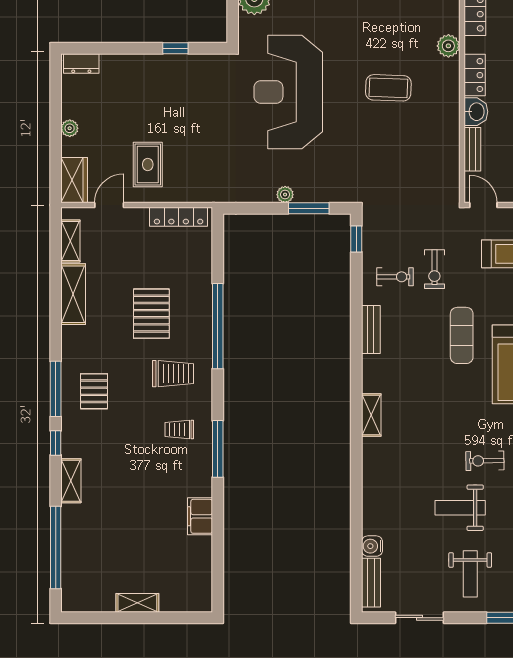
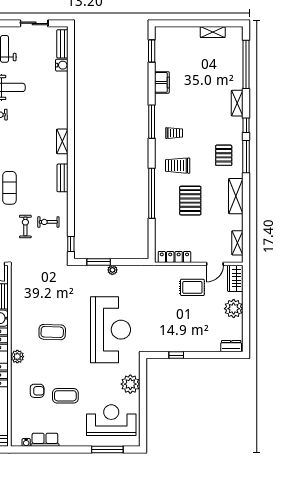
plant: (70, 128) -> (234, 309), width x1.88, depth x1.88
rug: (148, 165) -> (192, 287), turned 90
shelving: (73, 294) -> (236, 196), moved
bench: (371, 329) -> (62, 178), moved
window: (218, 570) -> (152, 51), added
shelving: (137, 603) -> (213, 32), moved

